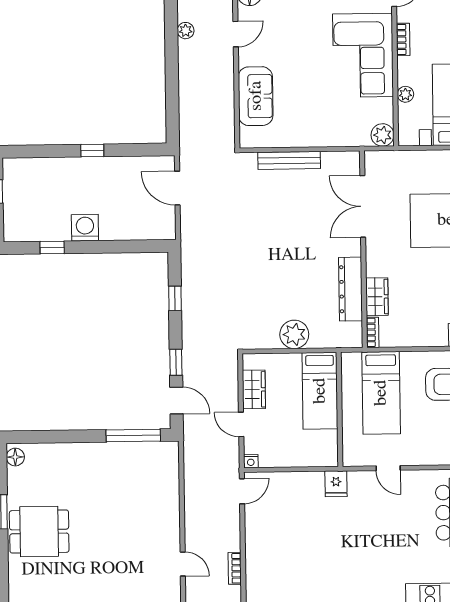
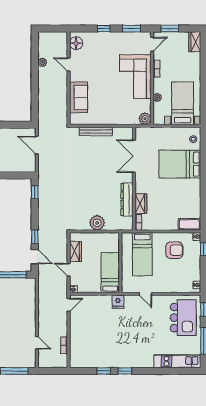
door: (236, 34) -> (69, 65), swing flipped
window: (175, 298) -> (35, 192), moved
bed: (320, 391) -> (110, 273), moved, turned 180

